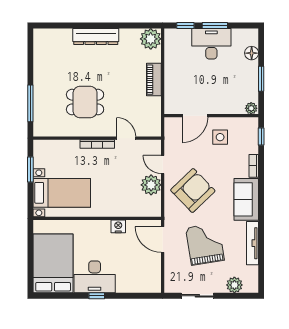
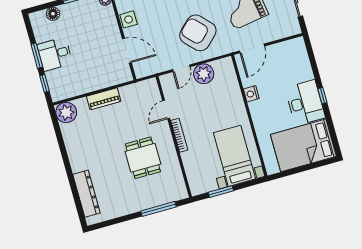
dresser: (96, 37) -> (86, 194), moved
desk: (211, 44) -> (55, 54), width x0.73
side table: (220, 137) -> (129, 19), moved

